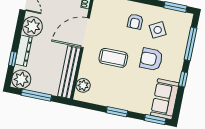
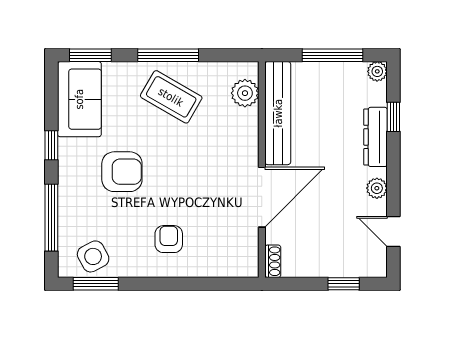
plant: (33, 26) -> (377, 188), width x0.53, depth x0.53
side table: (158, 30) -> (93, 256), moved
coffee table: (113, 58) -> (171, 97), moved, turned 30
plant: (21, 79) -> (377, 71), width x0.53, depth x0.53
window: (117, 112) -> (168, 55), width x1.44

